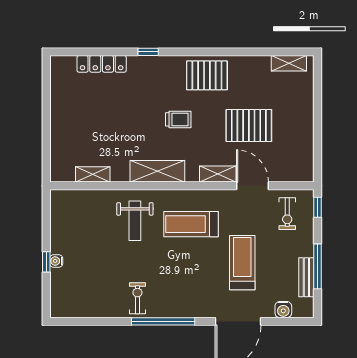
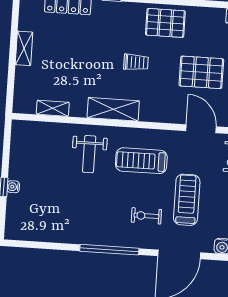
shelving: (218, 174) -> (24, 48), moved, turned 90
exercise bike: (137, 298) -> (146, 216), moved, turned -90

